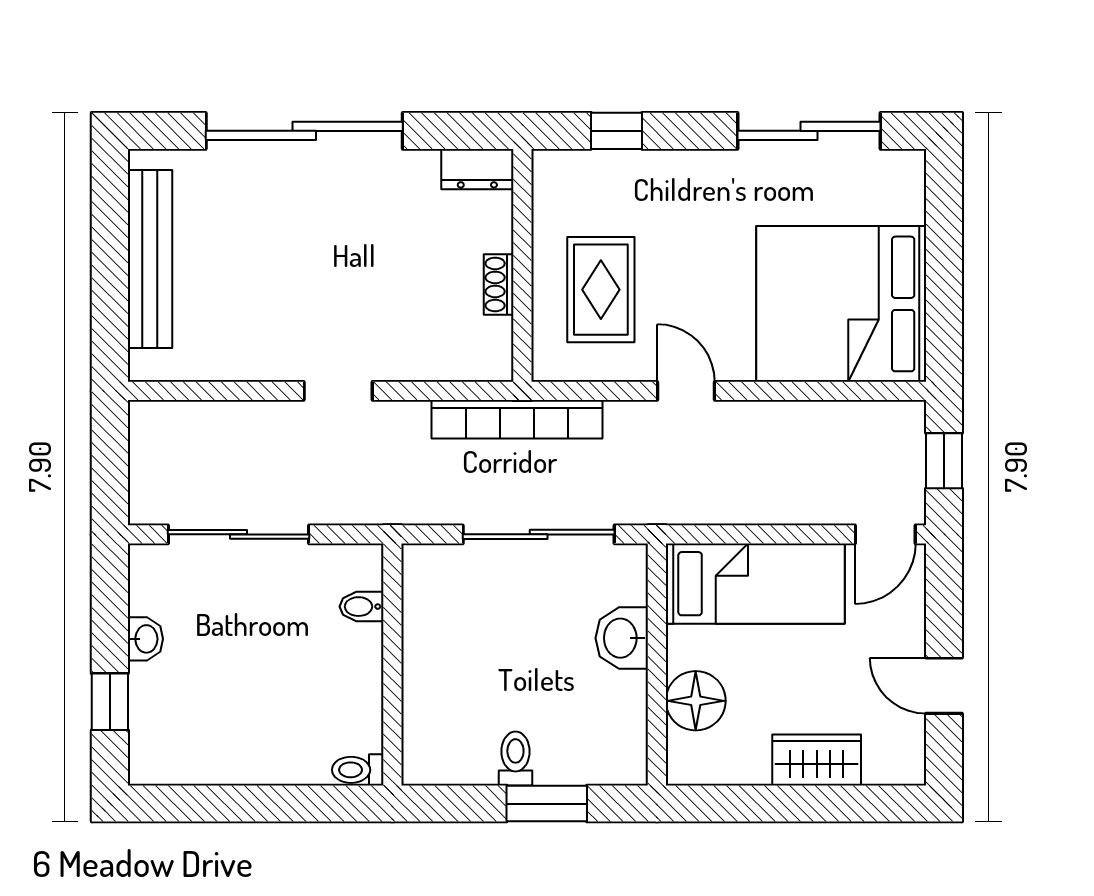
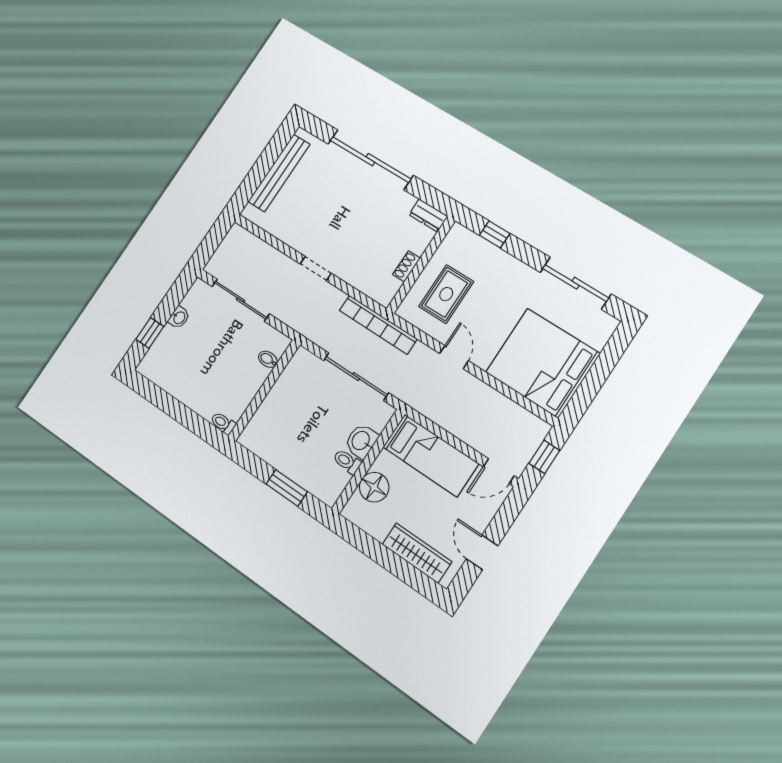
toilet: (515, 759) -> (347, 462), moved, turned -90
wardrobe: (817, 760) -> (417, 553), width x1.50

